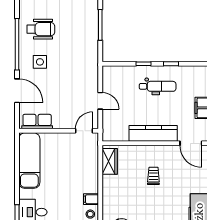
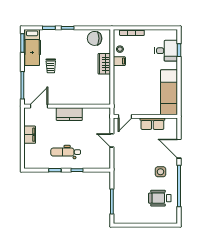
row of seats: (37, 122) -> (152, 124), moved
kitchen counter: (153, 133) -> (69, 114), width x0.67
door: (191, 143) -> (39, 106), hinge flipped
wardrobe: (110, 161) -> (104, 64), moved
trolley: (153, 176) -> (51, 66), moved

